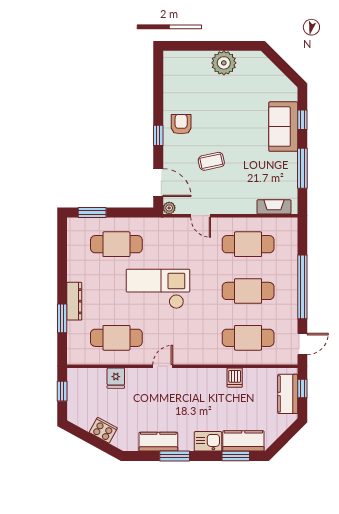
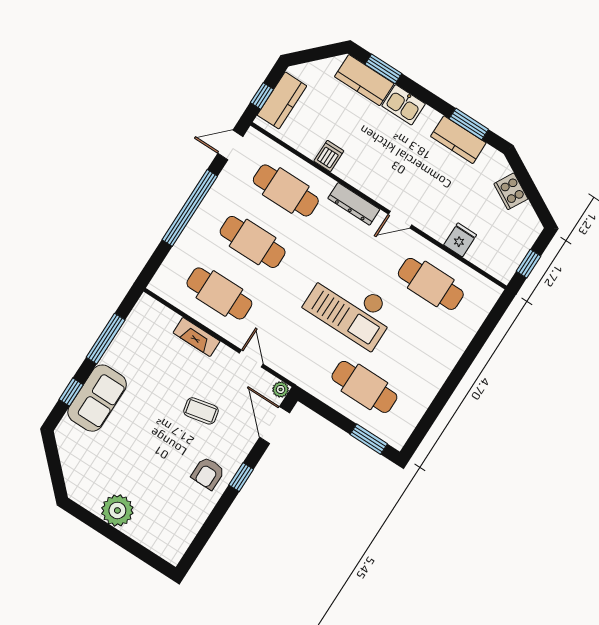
fireplace: (274, 207) -> (197, 337), moved
dresser: (74, 301) -> (354, 204), moved, turned -90
window: (62, 318) -> (477, 344), removed
window: (175, 456) -> (469, 124), moved

